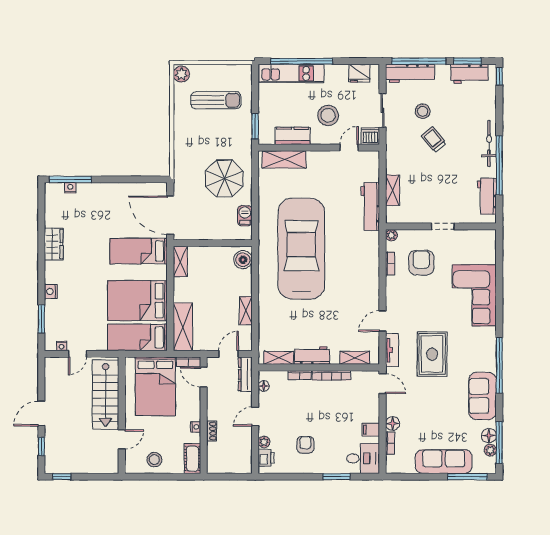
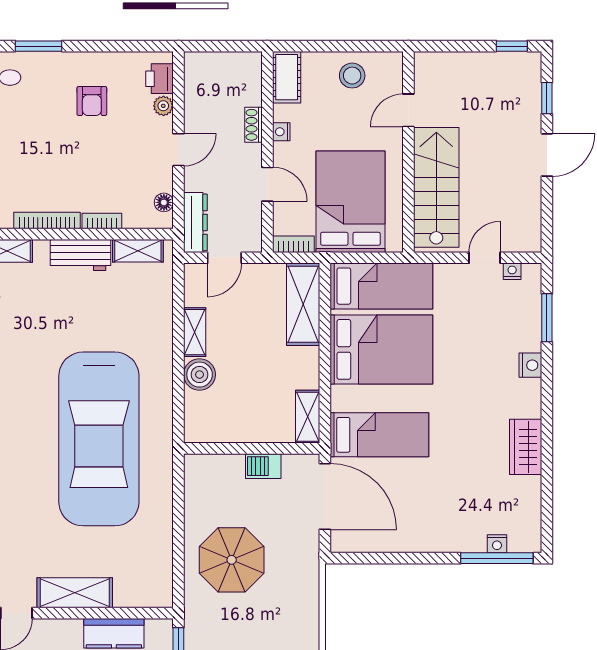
shelving: (284, 159) -> (75, 593), moved
barbecue: (245, 216) -> (263, 466), moved, turned 90
boiler: (243, 260) -> (200, 375), moved
door: (204, 377) -> (267, 184), moved

